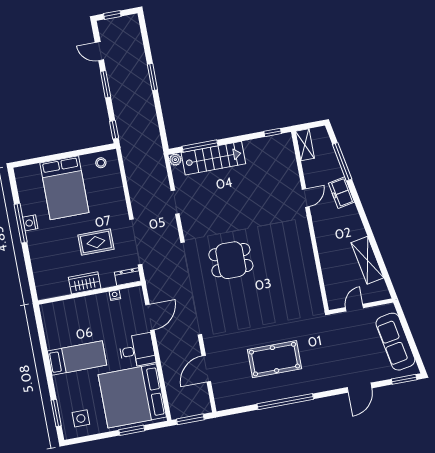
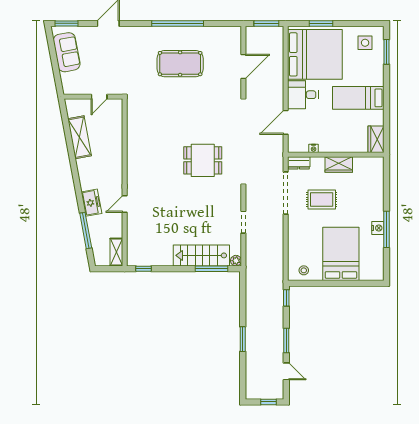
wardrobe: (50, 317) -> (376, 139), added
sofa: (395, 342) -> (67, 52), width x0.73

